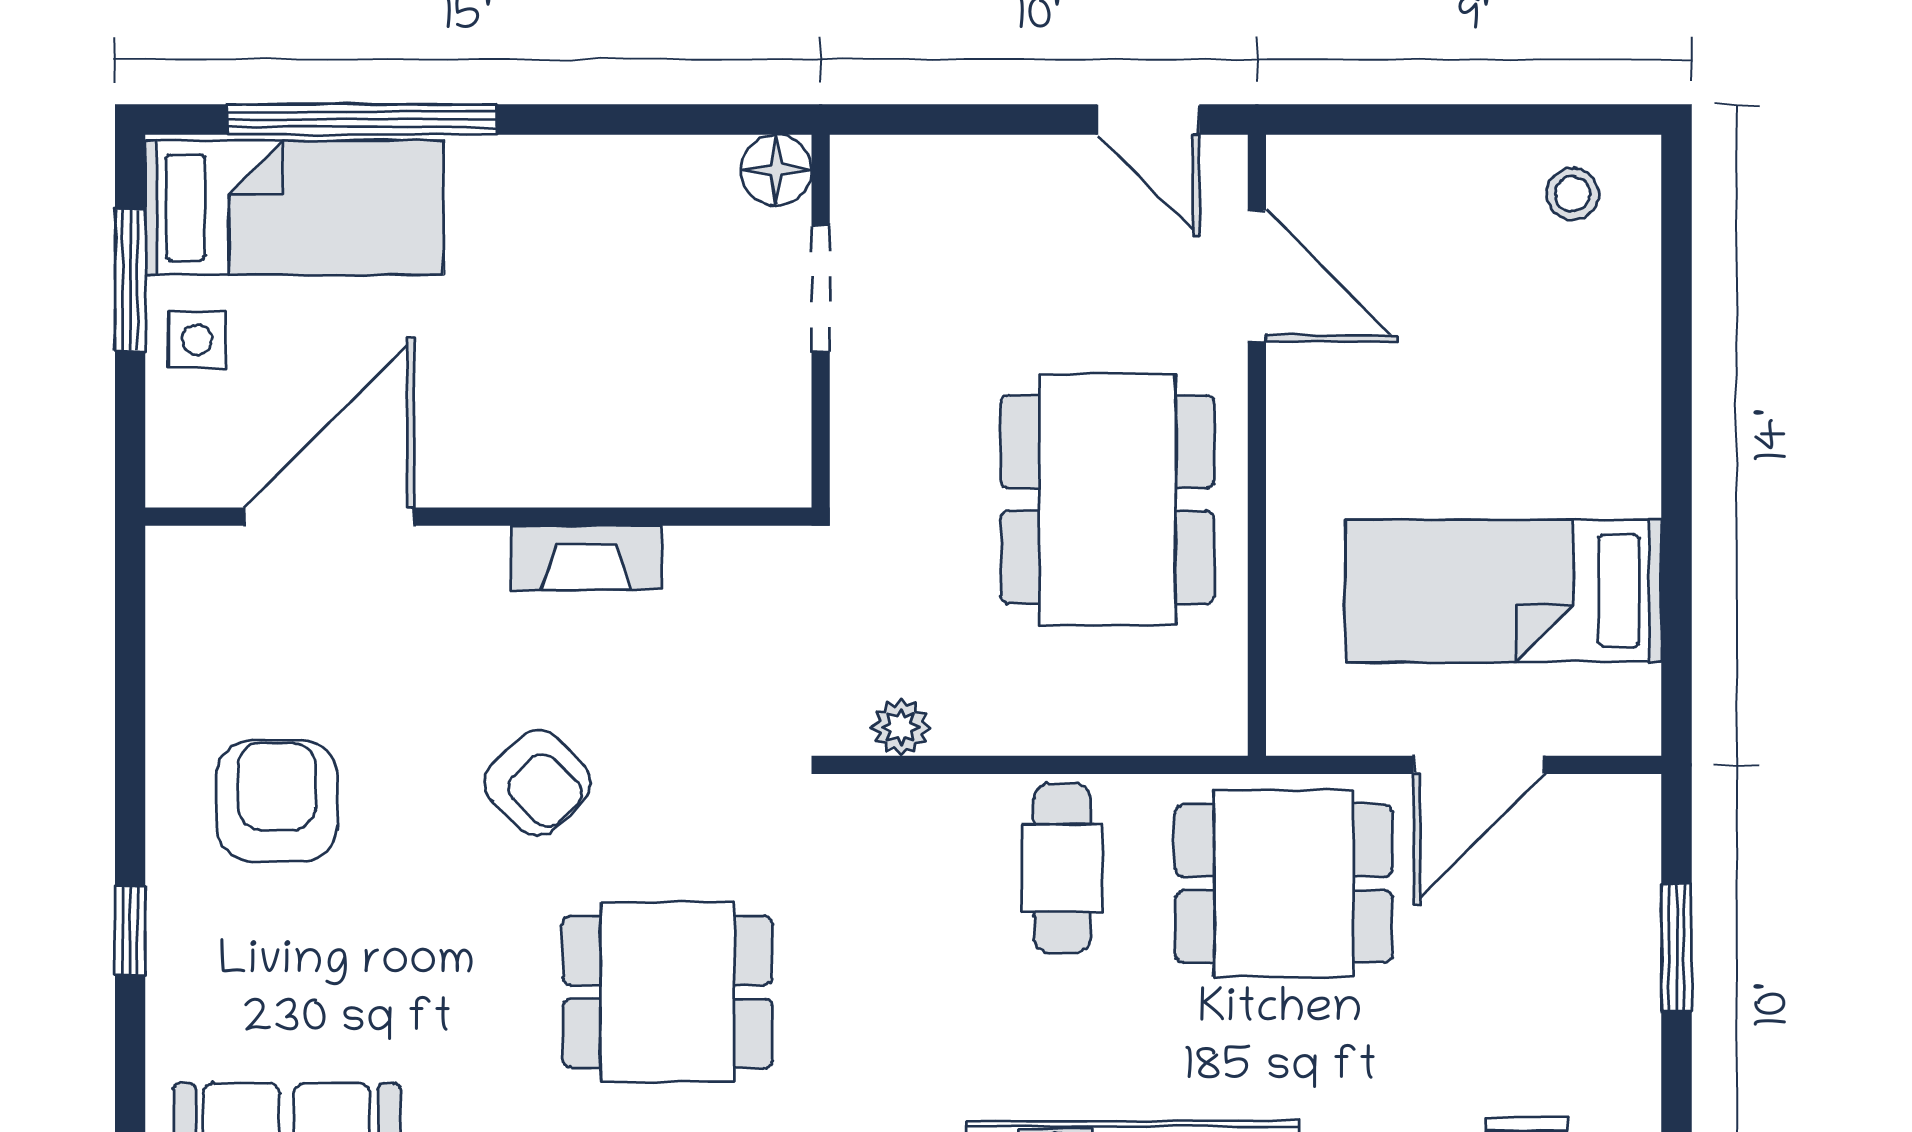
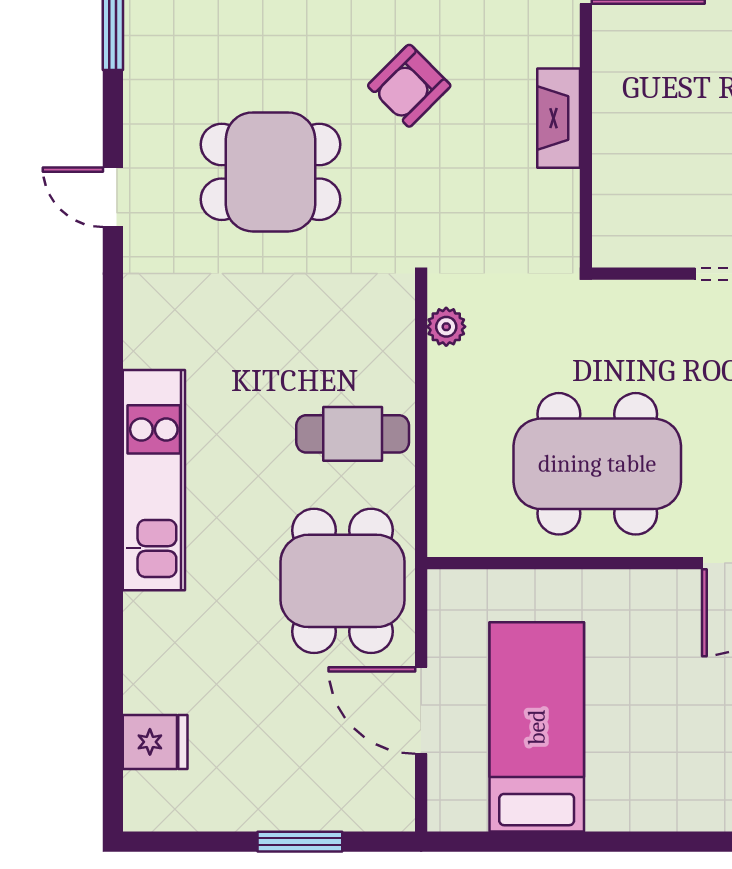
dining table: (667, 992) -> (270, 172), turned 90

